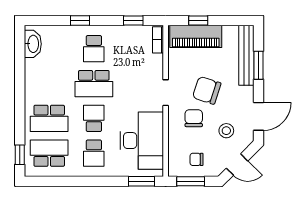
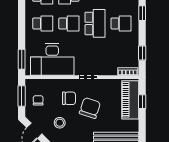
school desk: (94, 49) -> (121, 23), turned 180
school desk: (94, 84) -> (95, 23), turned 180
school desk: (94, 153) -> (43, 23), turned 180

